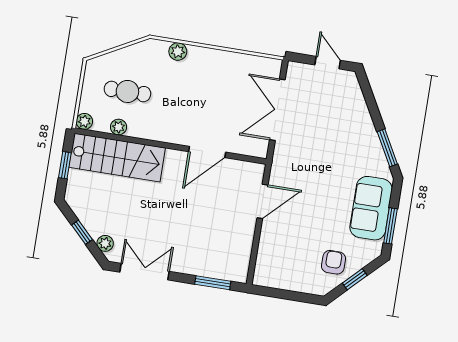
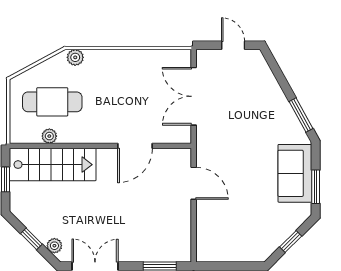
plant: (178, 52) -> (75, 57), moved
cafe table: (127, 91) -> (52, 102), width x1.37, depth x1.35
plant: (84, 121) -> (17, 136), removed
door: (262, 201) -> (194, 183), hinge flipped
armchair: (333, 262) -> (268, 229), removed

